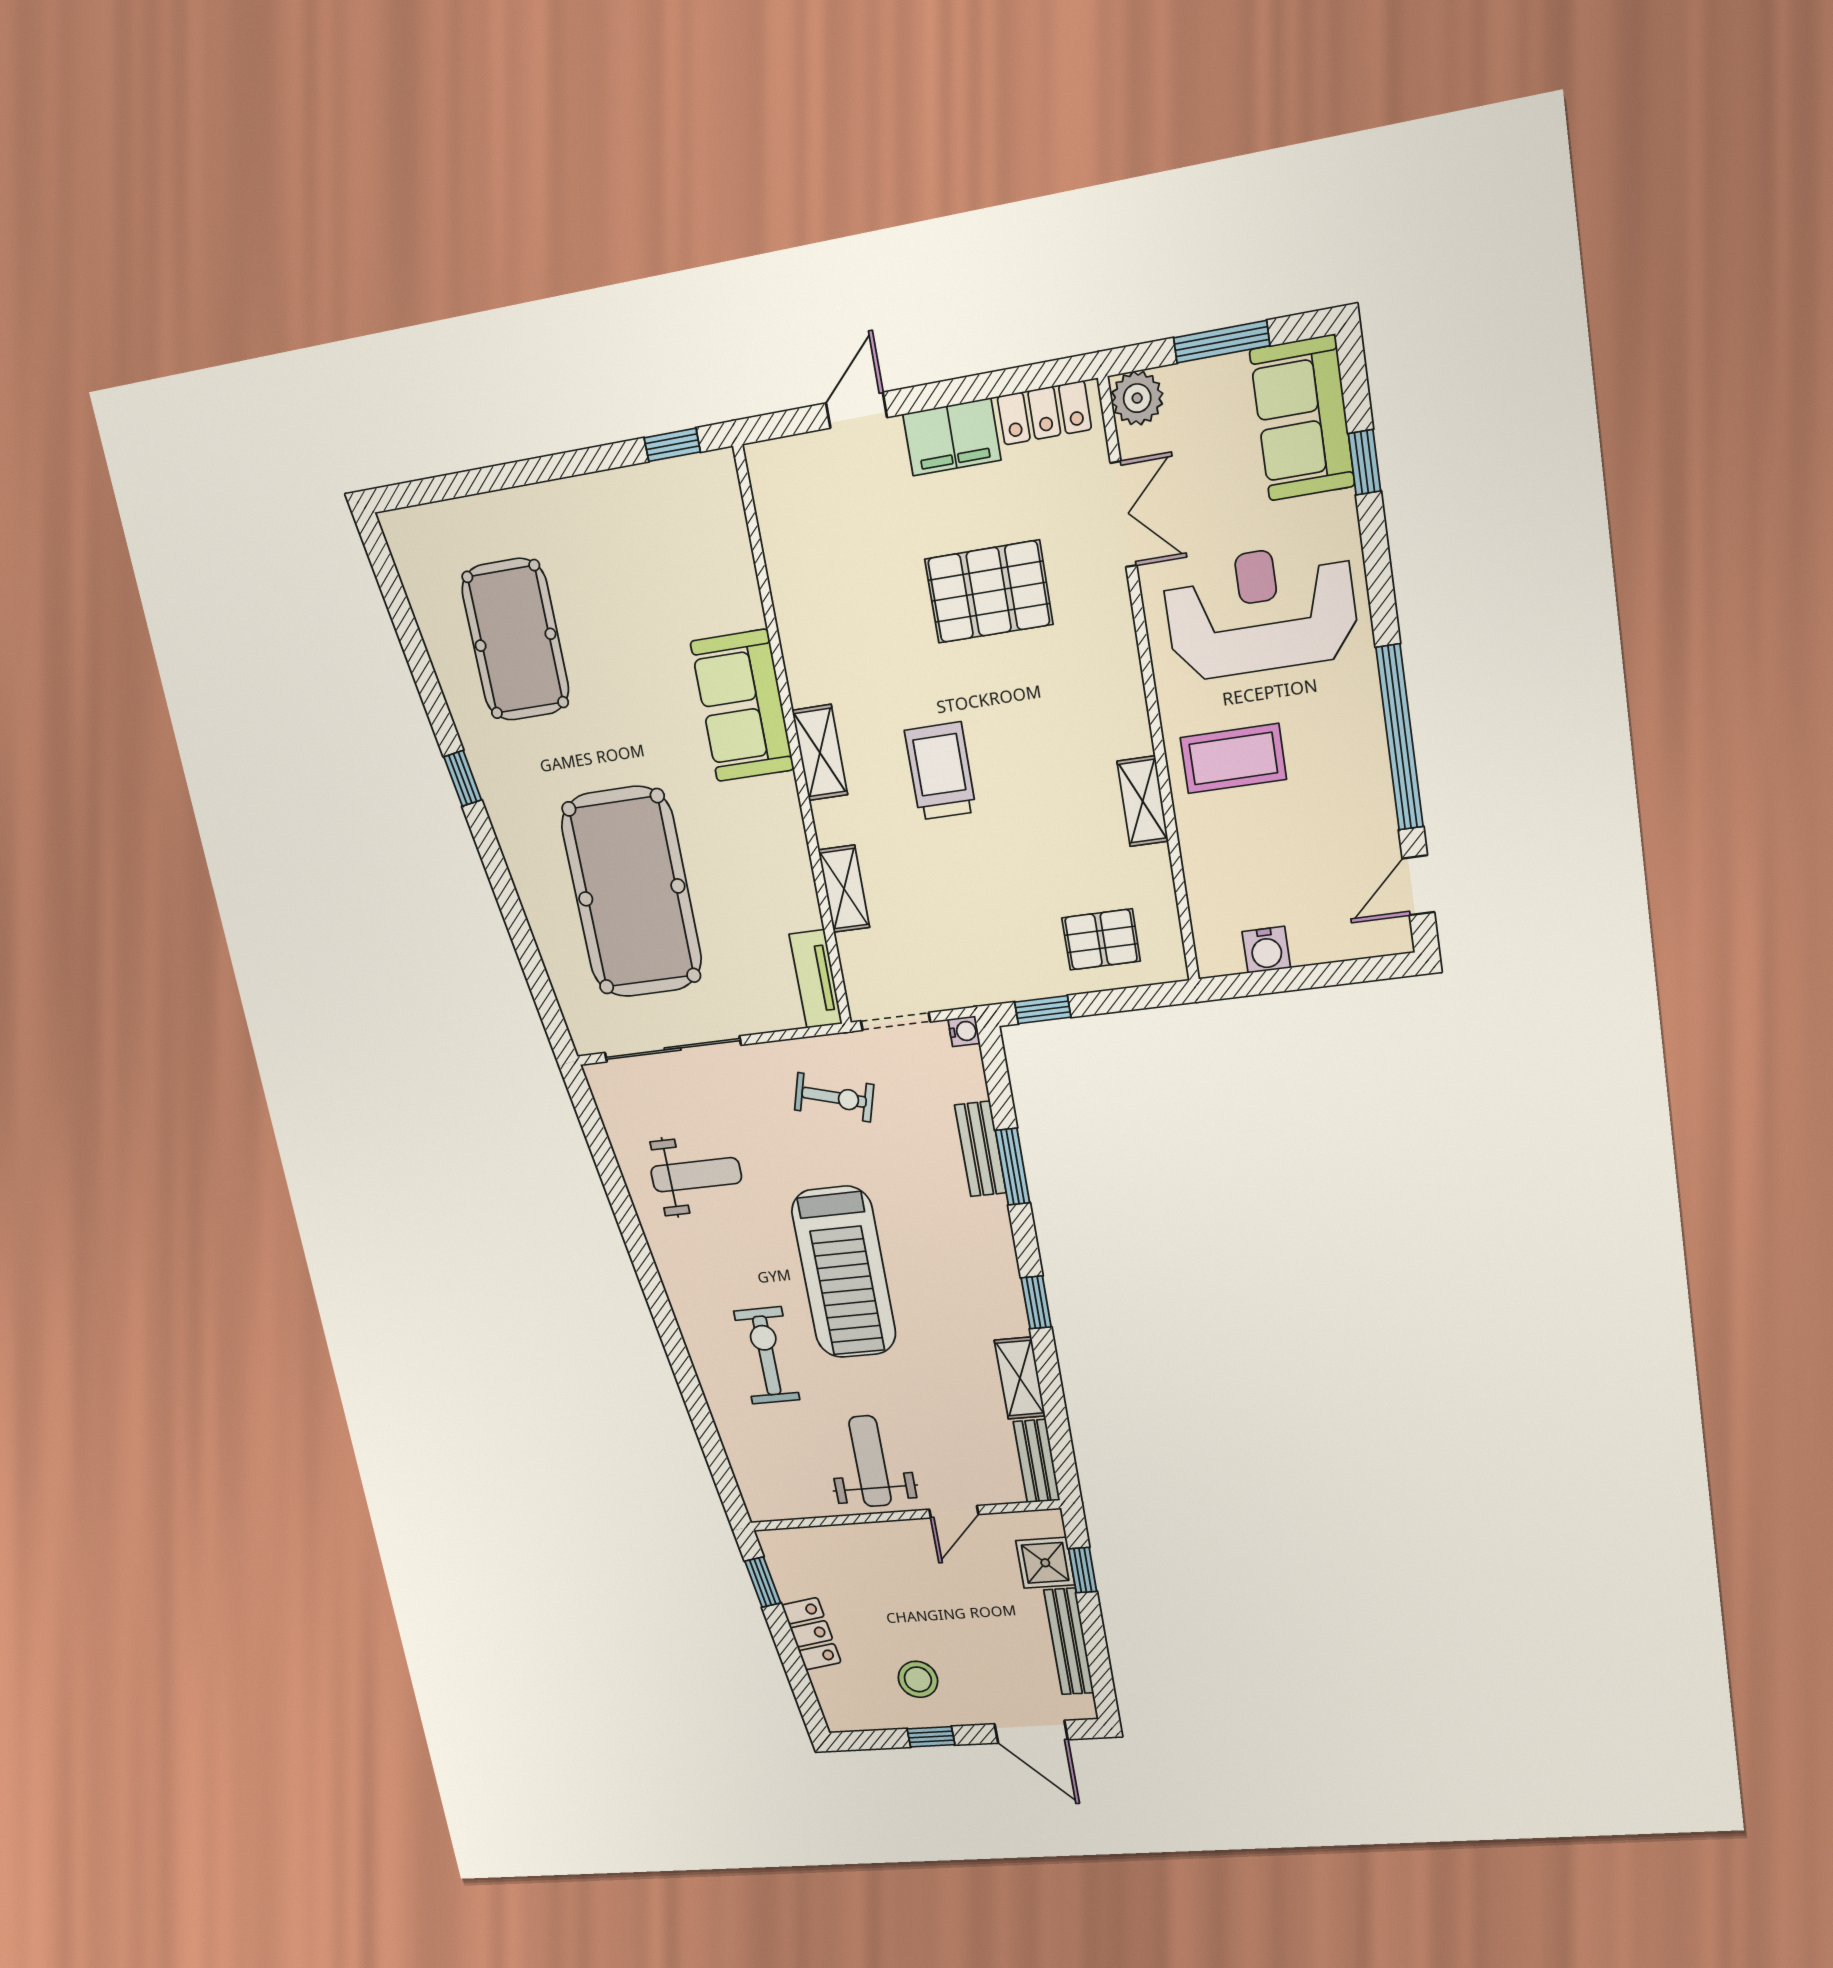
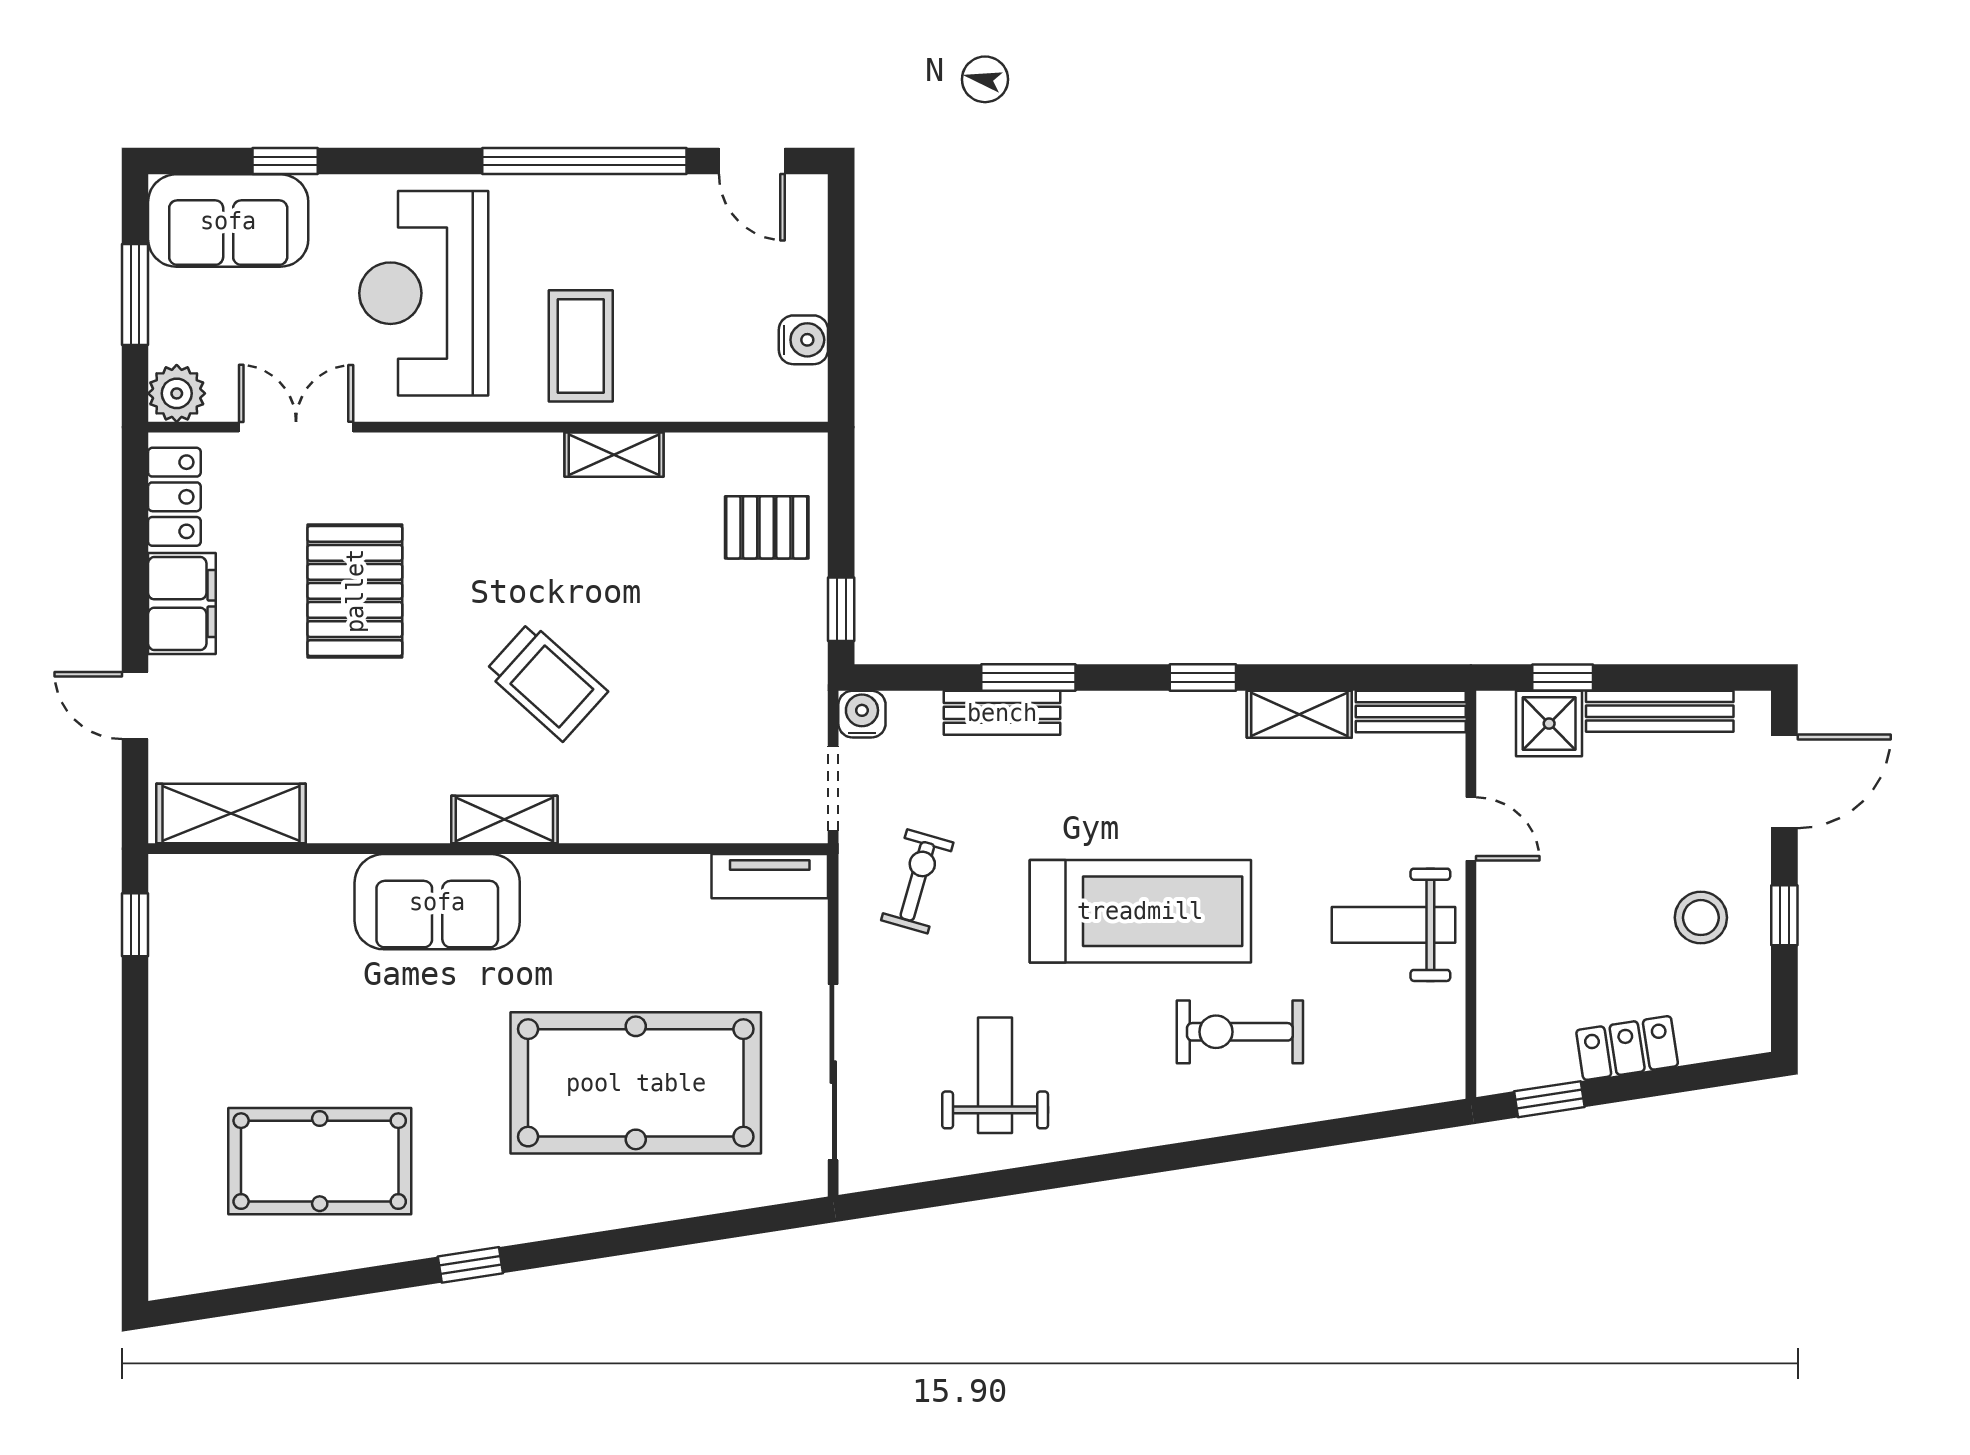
trolley: (940, 771) -> (546, 682), turned -138
shelving: (844, 889) -> (231, 814), moved, width x1.50, depth x1.33
pallet: (1101, 939) -> (767, 527), turned 90
water cooler: (964, 1031) -> (862, 714), width x1.38, depth x1.38

